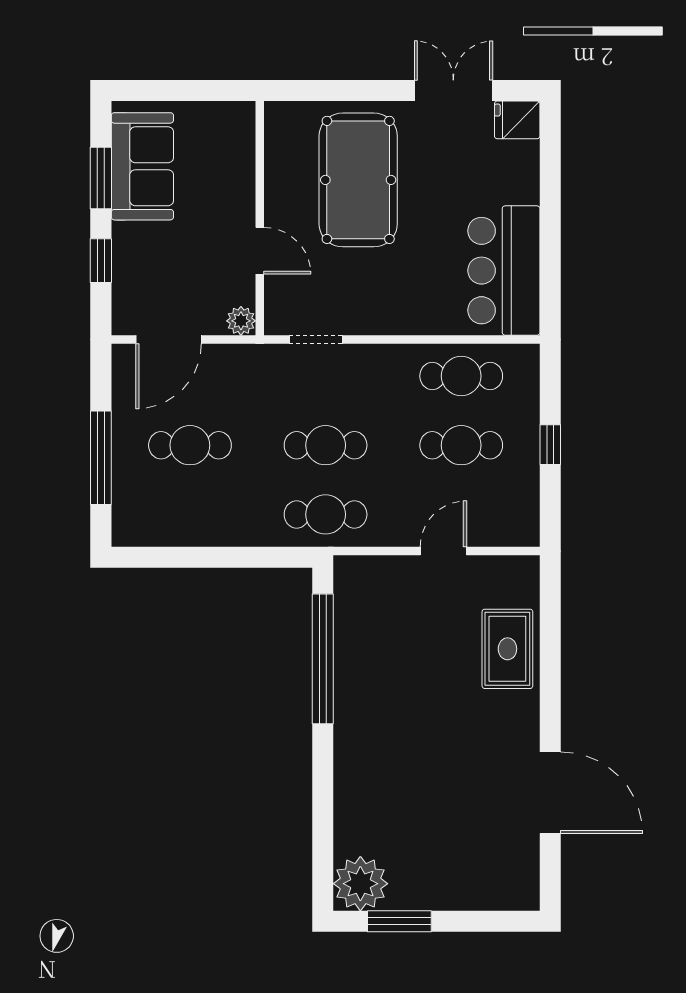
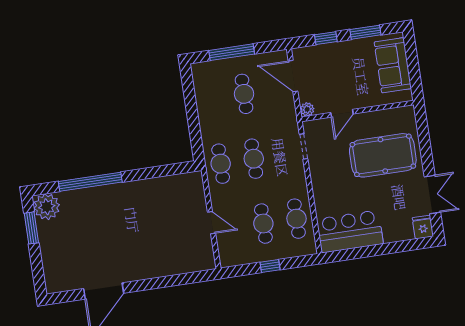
sofa: (142, 166) -> (393, 65), moved, turned 90
rug: (507, 649) -> (169, 260), removed
window: (323, 659) -> (90, 182), moved

